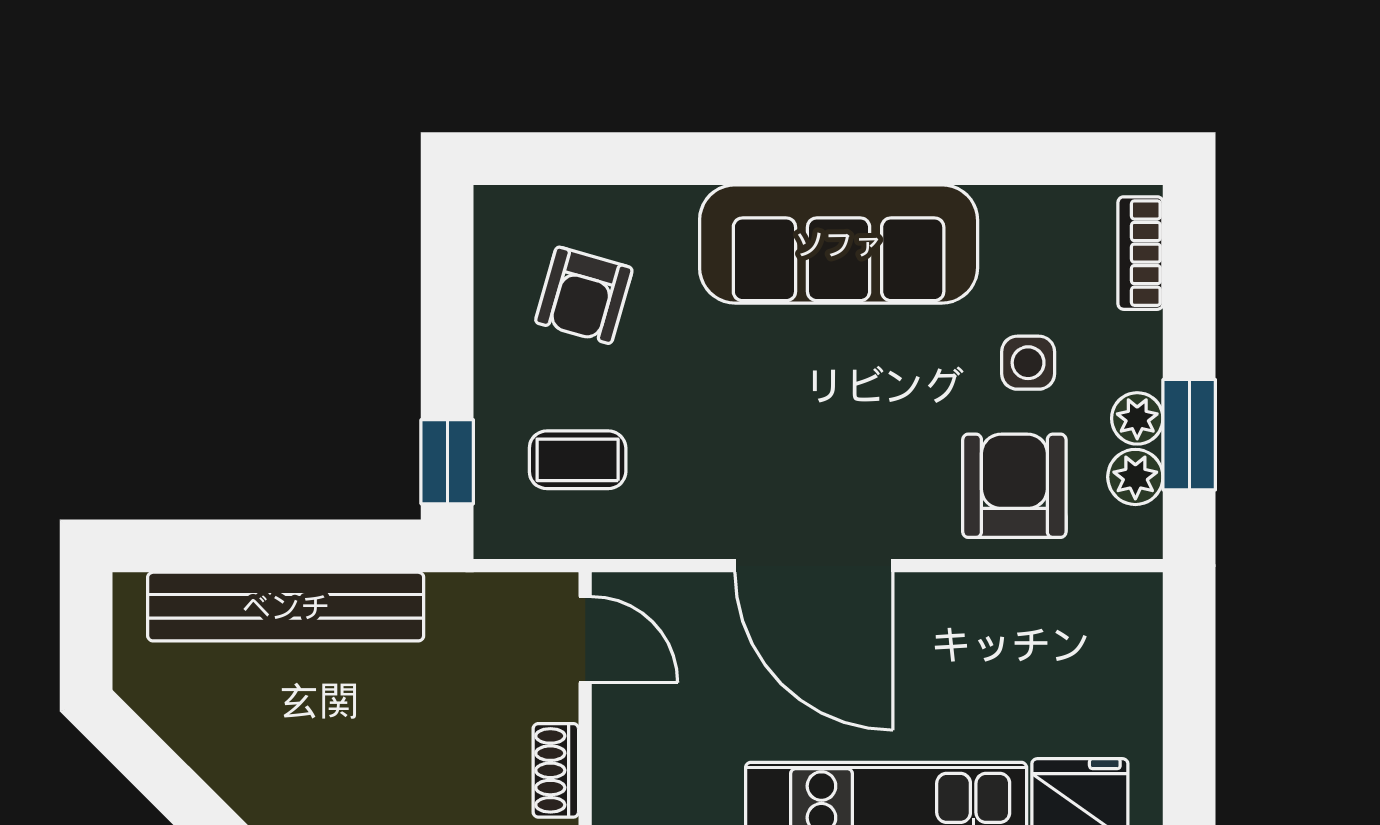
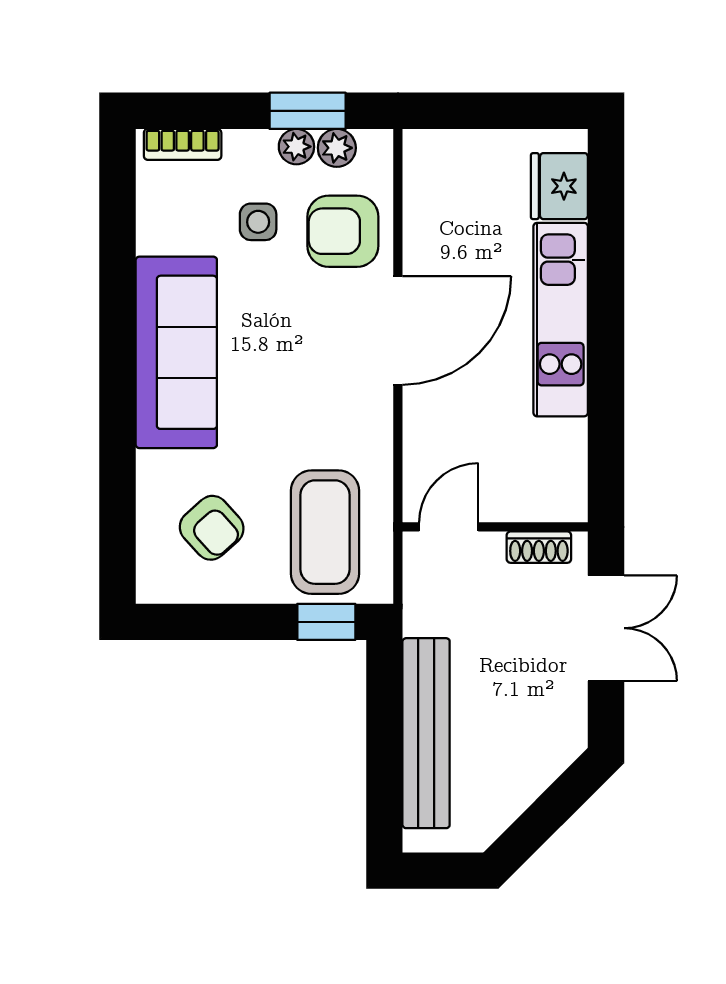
armchair: (584, 295) -> (212, 528), turned 32
coffee table: (578, 460) -> (325, 532), width x1.86, depth x1.72
door: (814, 566) -> (398, 330), moved

